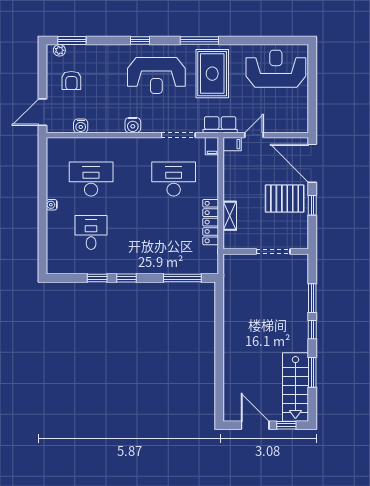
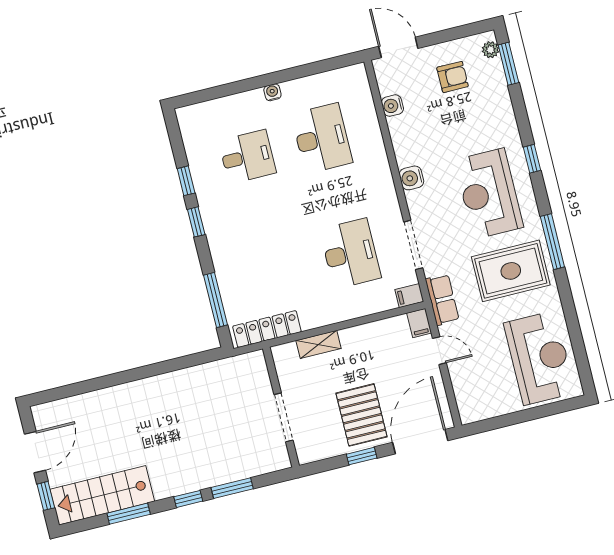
armchair: (71, 81) -> (453, 77), turned 180
locker: (211, 222) -> (267, 329), moved

